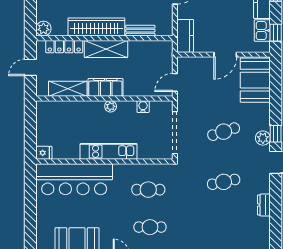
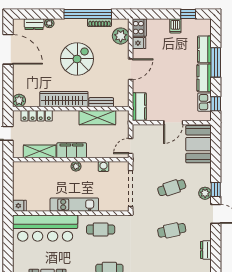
shelving: (106, 49) -> (97, 118), moved
cafe table: (148, 190) -> (101, 230), moved

